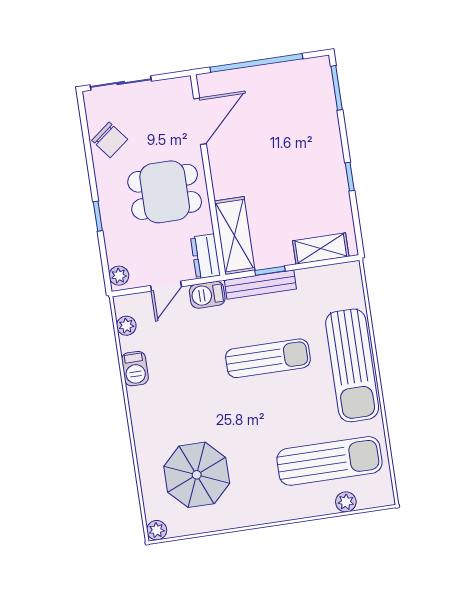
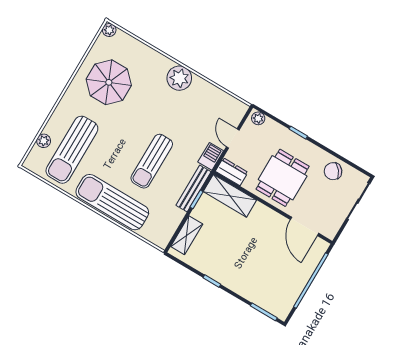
plant: (126, 326) -> (179, 78), moved, width x1.87, depth x1.87
barbecue: (135, 369) -> (203, 87), removed
parasol: (197, 475) -> (109, 82), moved

